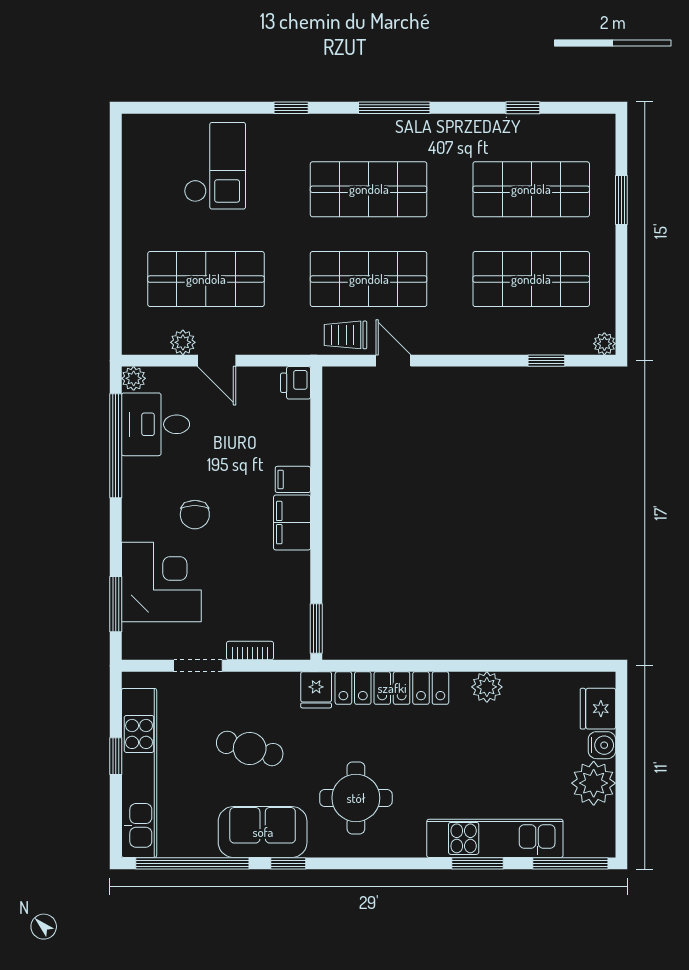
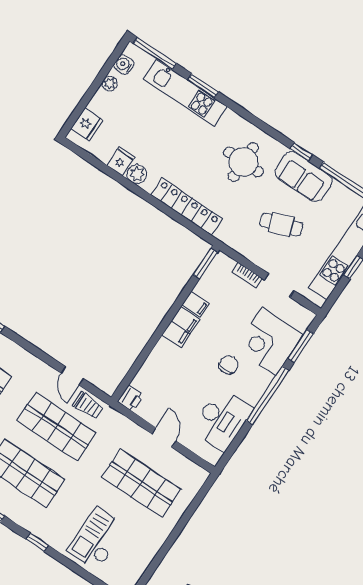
plant: (183, 342) -> (175, 458), removed
plant: (134, 378) -> (213, 457), removed
desk: (155, 424) -> (222, 419), width x1.37
window: (116, 446) -> (267, 396), moved
filing cabinet: (293, 479) -> (195, 304), moved
fridge: (316, 690) -> (121, 161), moved
water cooler: (602, 745) -> (124, 65), moved
cafe table: (250, 748) -> (281, 225), turned -34
plant: (594, 783) -> (110, 84), width x0.53, depth x0.53

